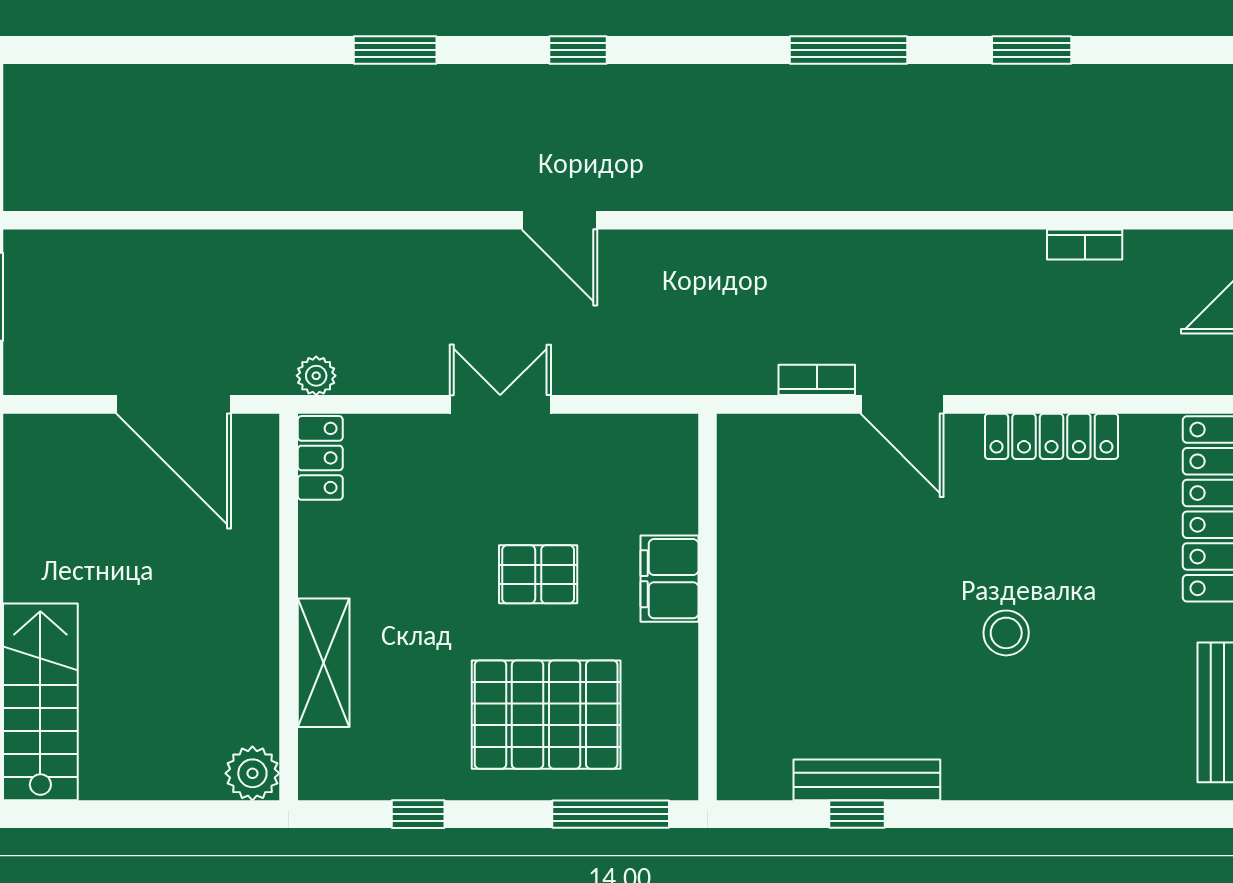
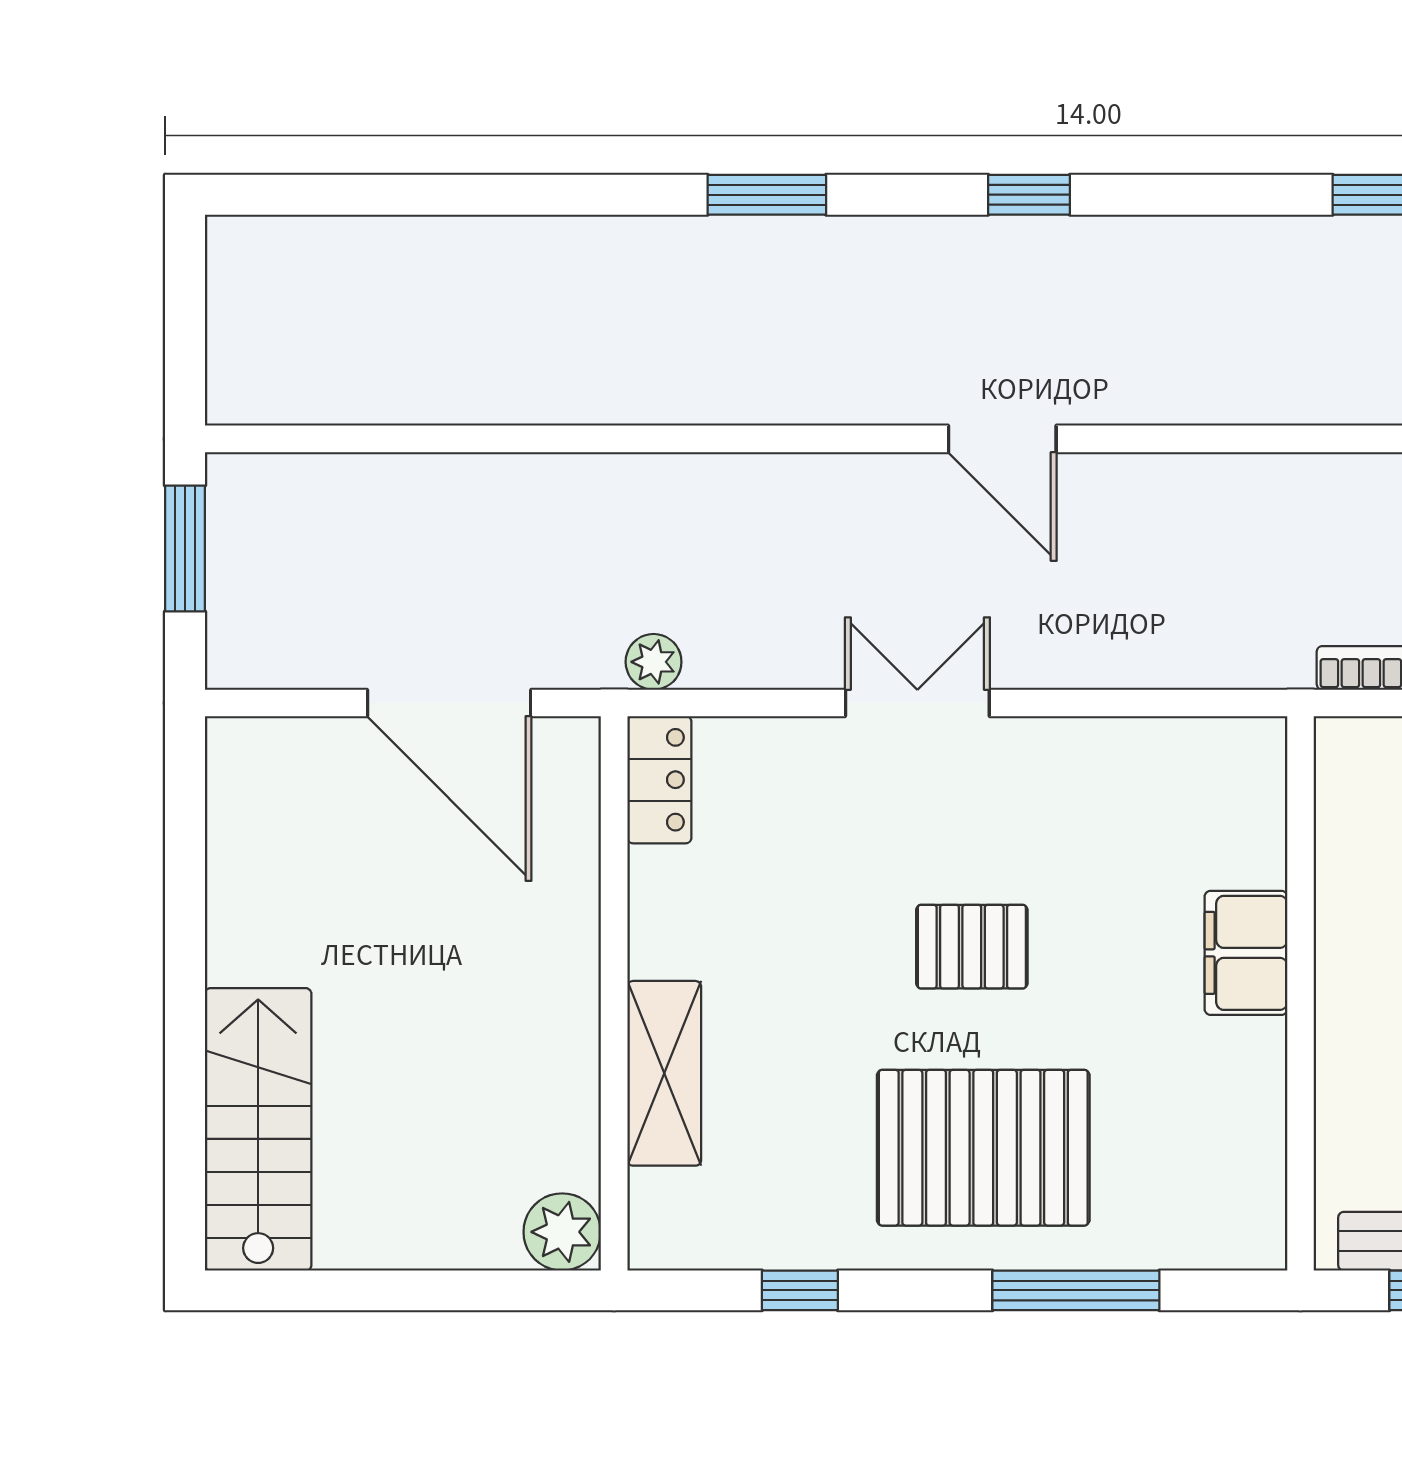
filing cabinet: (670, 579) -> (1246, 953), moved
wall: (708, 607) -> (1301, 993), moved

